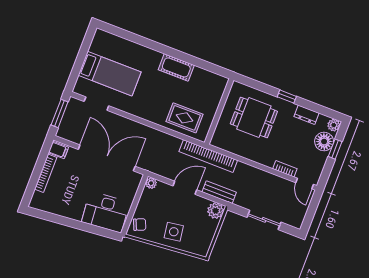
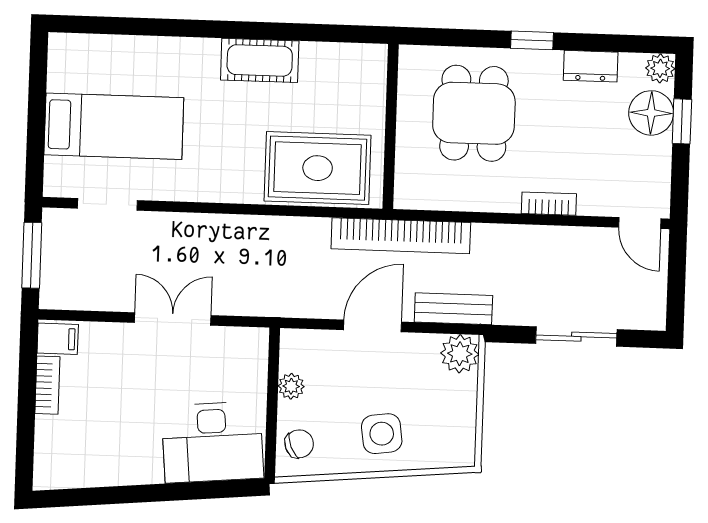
rug: (185, 118) -> (318, 168), width x1.36, depth x1.43
dining table: (254, 118) -> (474, 113), turned 90
double door: (107, 158) -> (173, 319), width x0.54
bookcase: (285, 169) -> (549, 204), moved
bookcase: (46, 173) -> (47, 385), width x0.64
plant: (151, 183) -> (291, 386), moved

